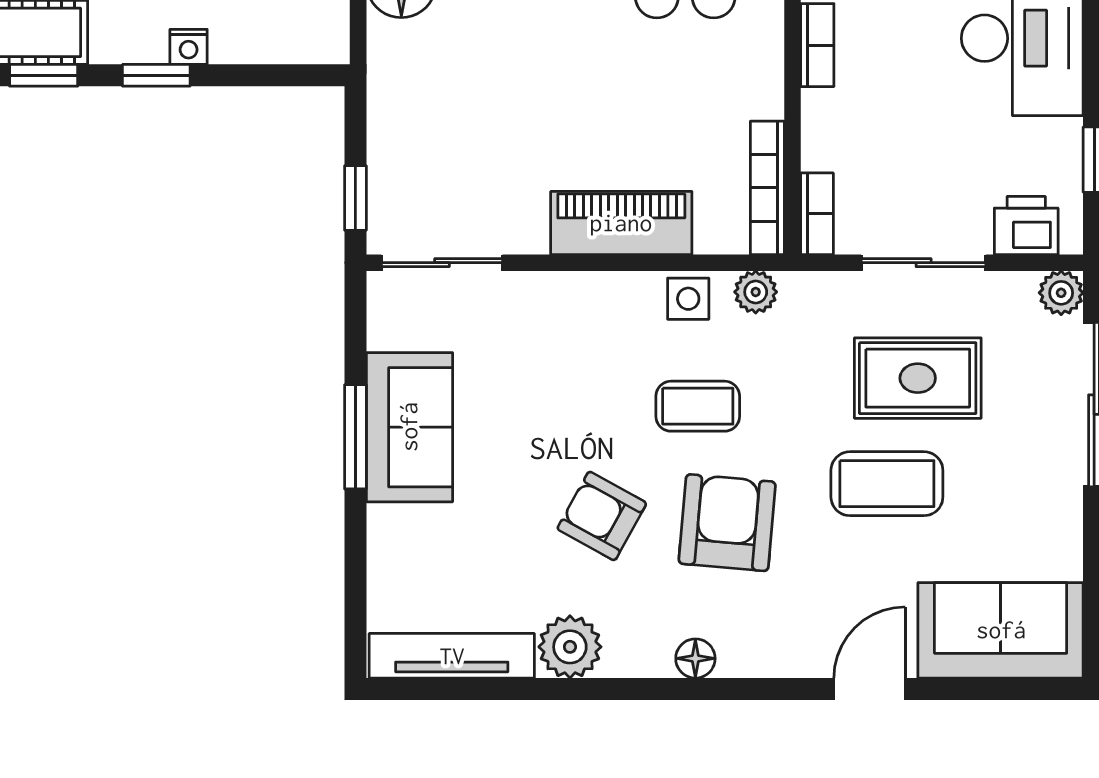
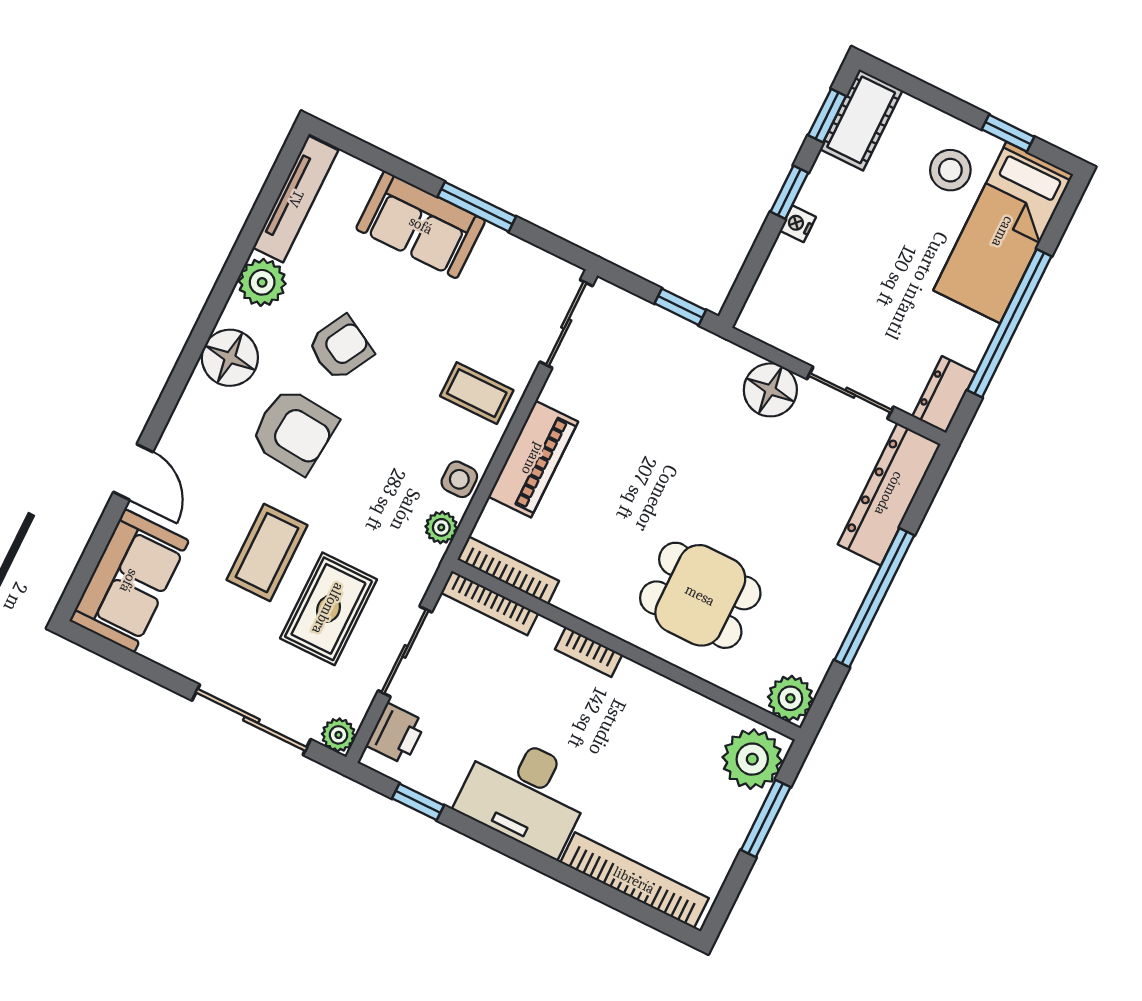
window: (355, 198) -> (680, 307), moved
bookcase: (817, 214) -> (490, 603), width x1.56
coffee table: (698, 406) -> (477, 393), moved, turned 90
sofa: (409, 427) -> (421, 225), moved
floor lamp: (695, 658) -> (230, 358), width x1.89, depth x1.89

